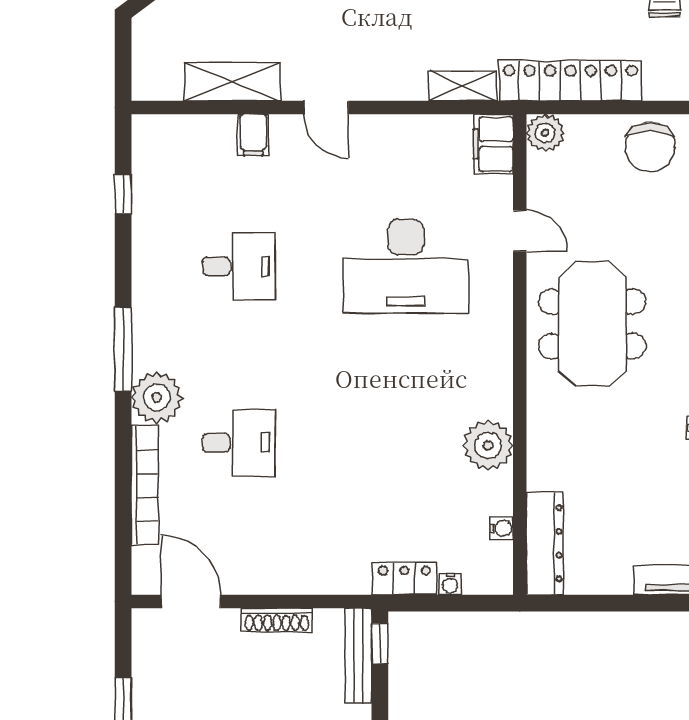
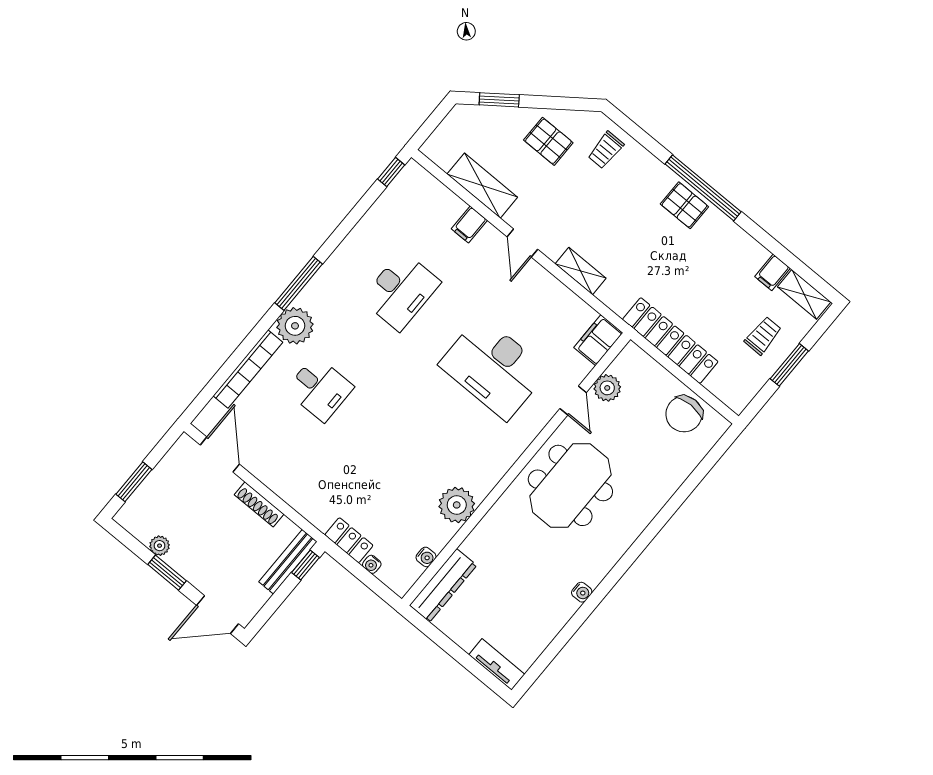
shelving: (463, 86) -> (581, 271), moved
plant: (545, 133) -> (607, 388), moved
window: (123, 194) -> (391, 172), moved
desk: (239, 266) -> (401, 291), width x1.37

